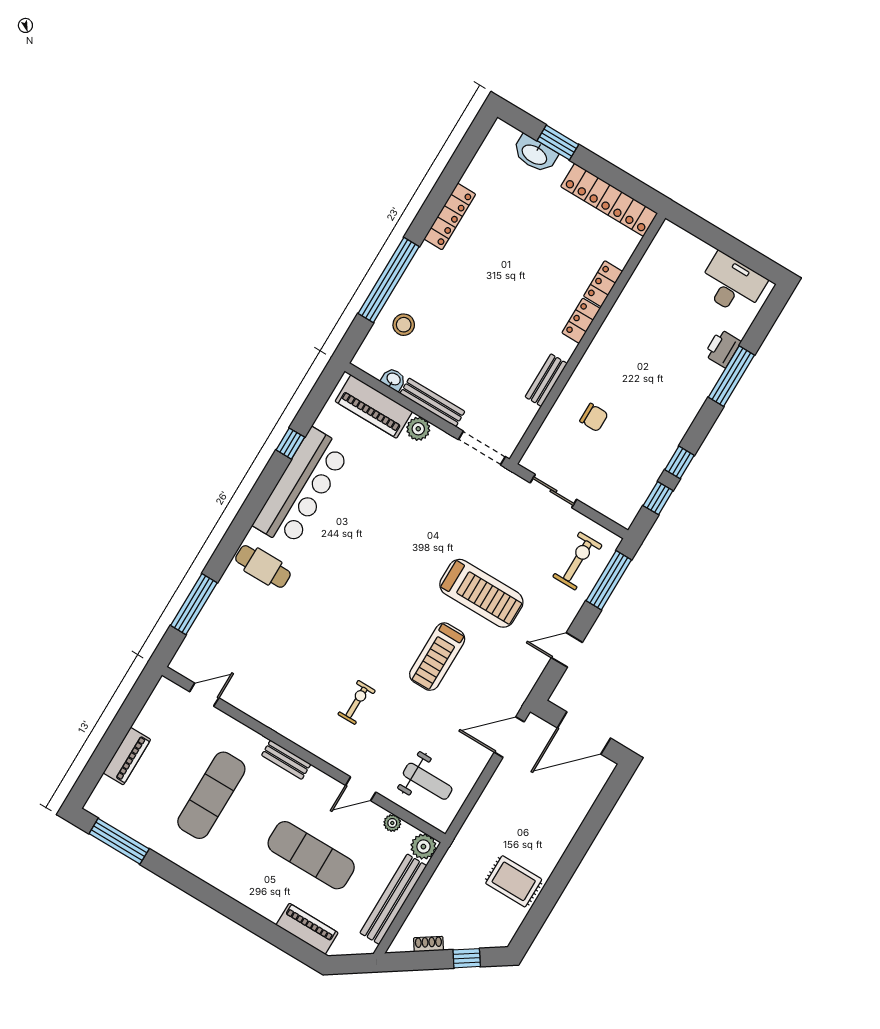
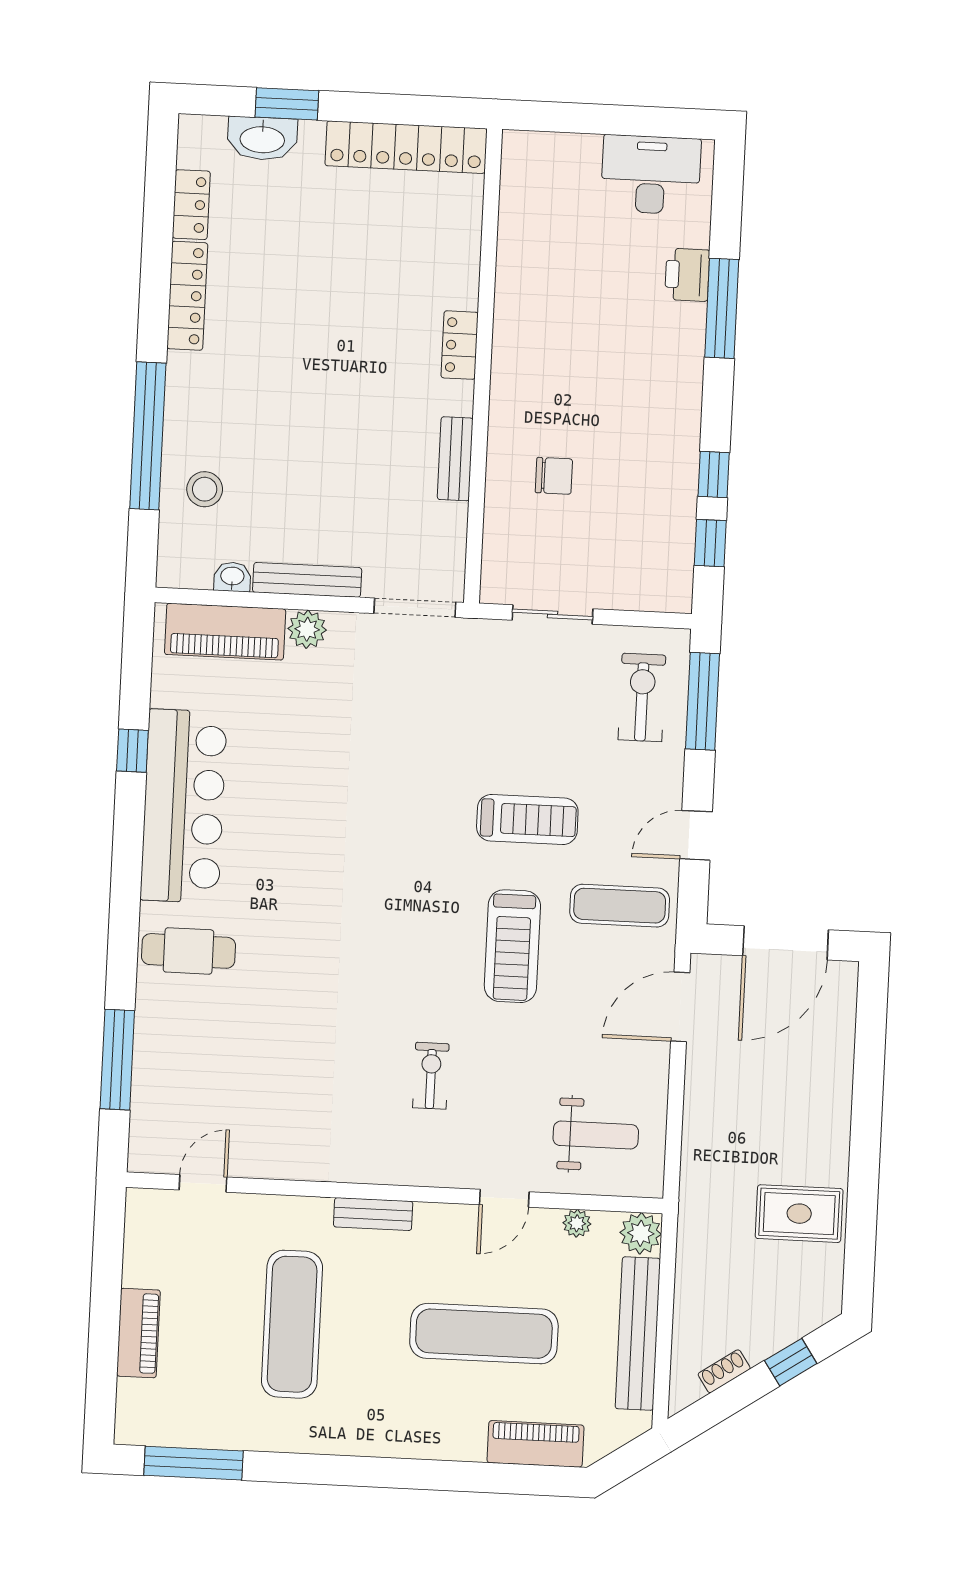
locker: (603, 284) -> (191, 205), moved, turned 180
treadmill: (481, 593) -> (527, 819), width x0.73, depth x0.73
exercise mat: (506, 666) -> (620, 906), added

